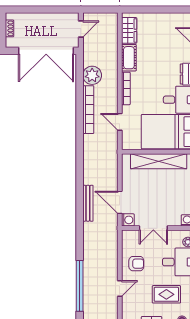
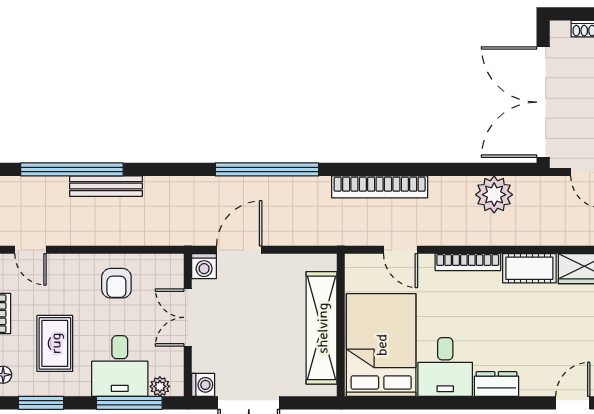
bookcase: (88, 110) -> (380, 187), moved
door: (120, 122) -> (401, 250), swing flipped
window: (80, 189) -> (267, 169), added
bench: (88, 203) -> (106, 186), moved
door: (120, 288) -> (30, 250), moved

